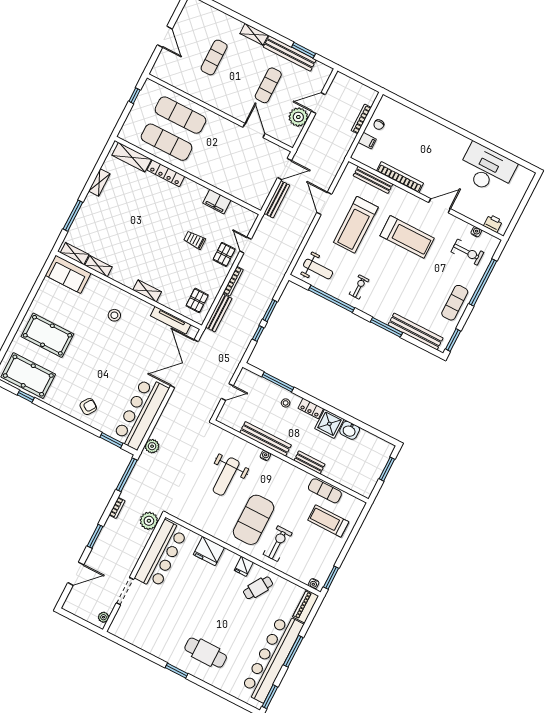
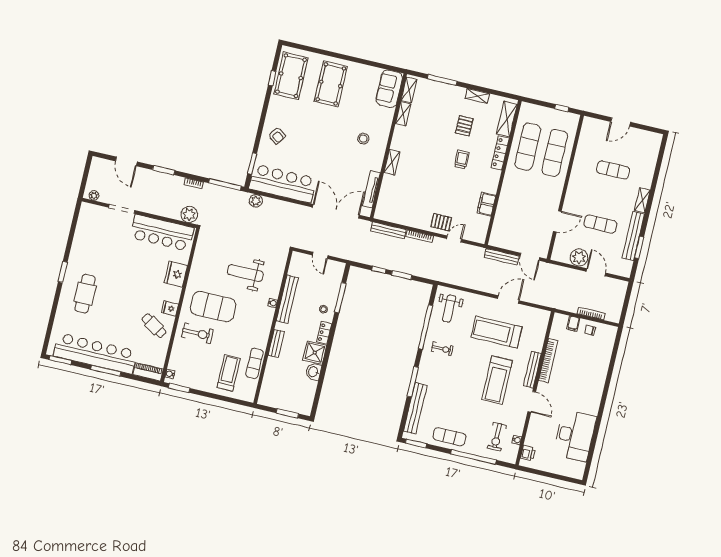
bench: (373, 180) -> (532, 370), moved
trolley: (195, 240) -> (462, 160), moved
pallet: (197, 300) -> (464, 126), moved, turned 90

